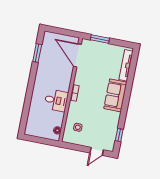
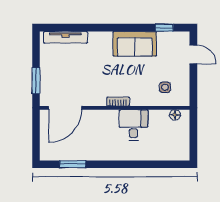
sofa: (115, 95) -> (135, 44), moved

